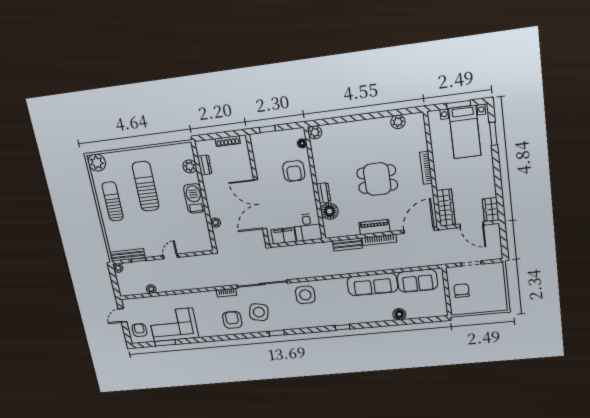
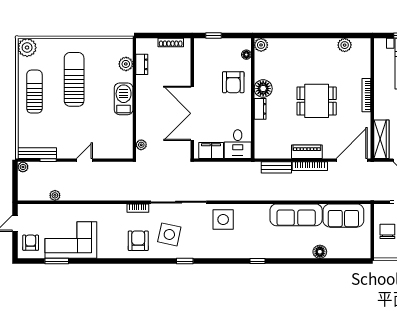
floor lamp: (329, 211) -> (263, 89), moved
plant: (216, 223) -> (141, 145), moved

